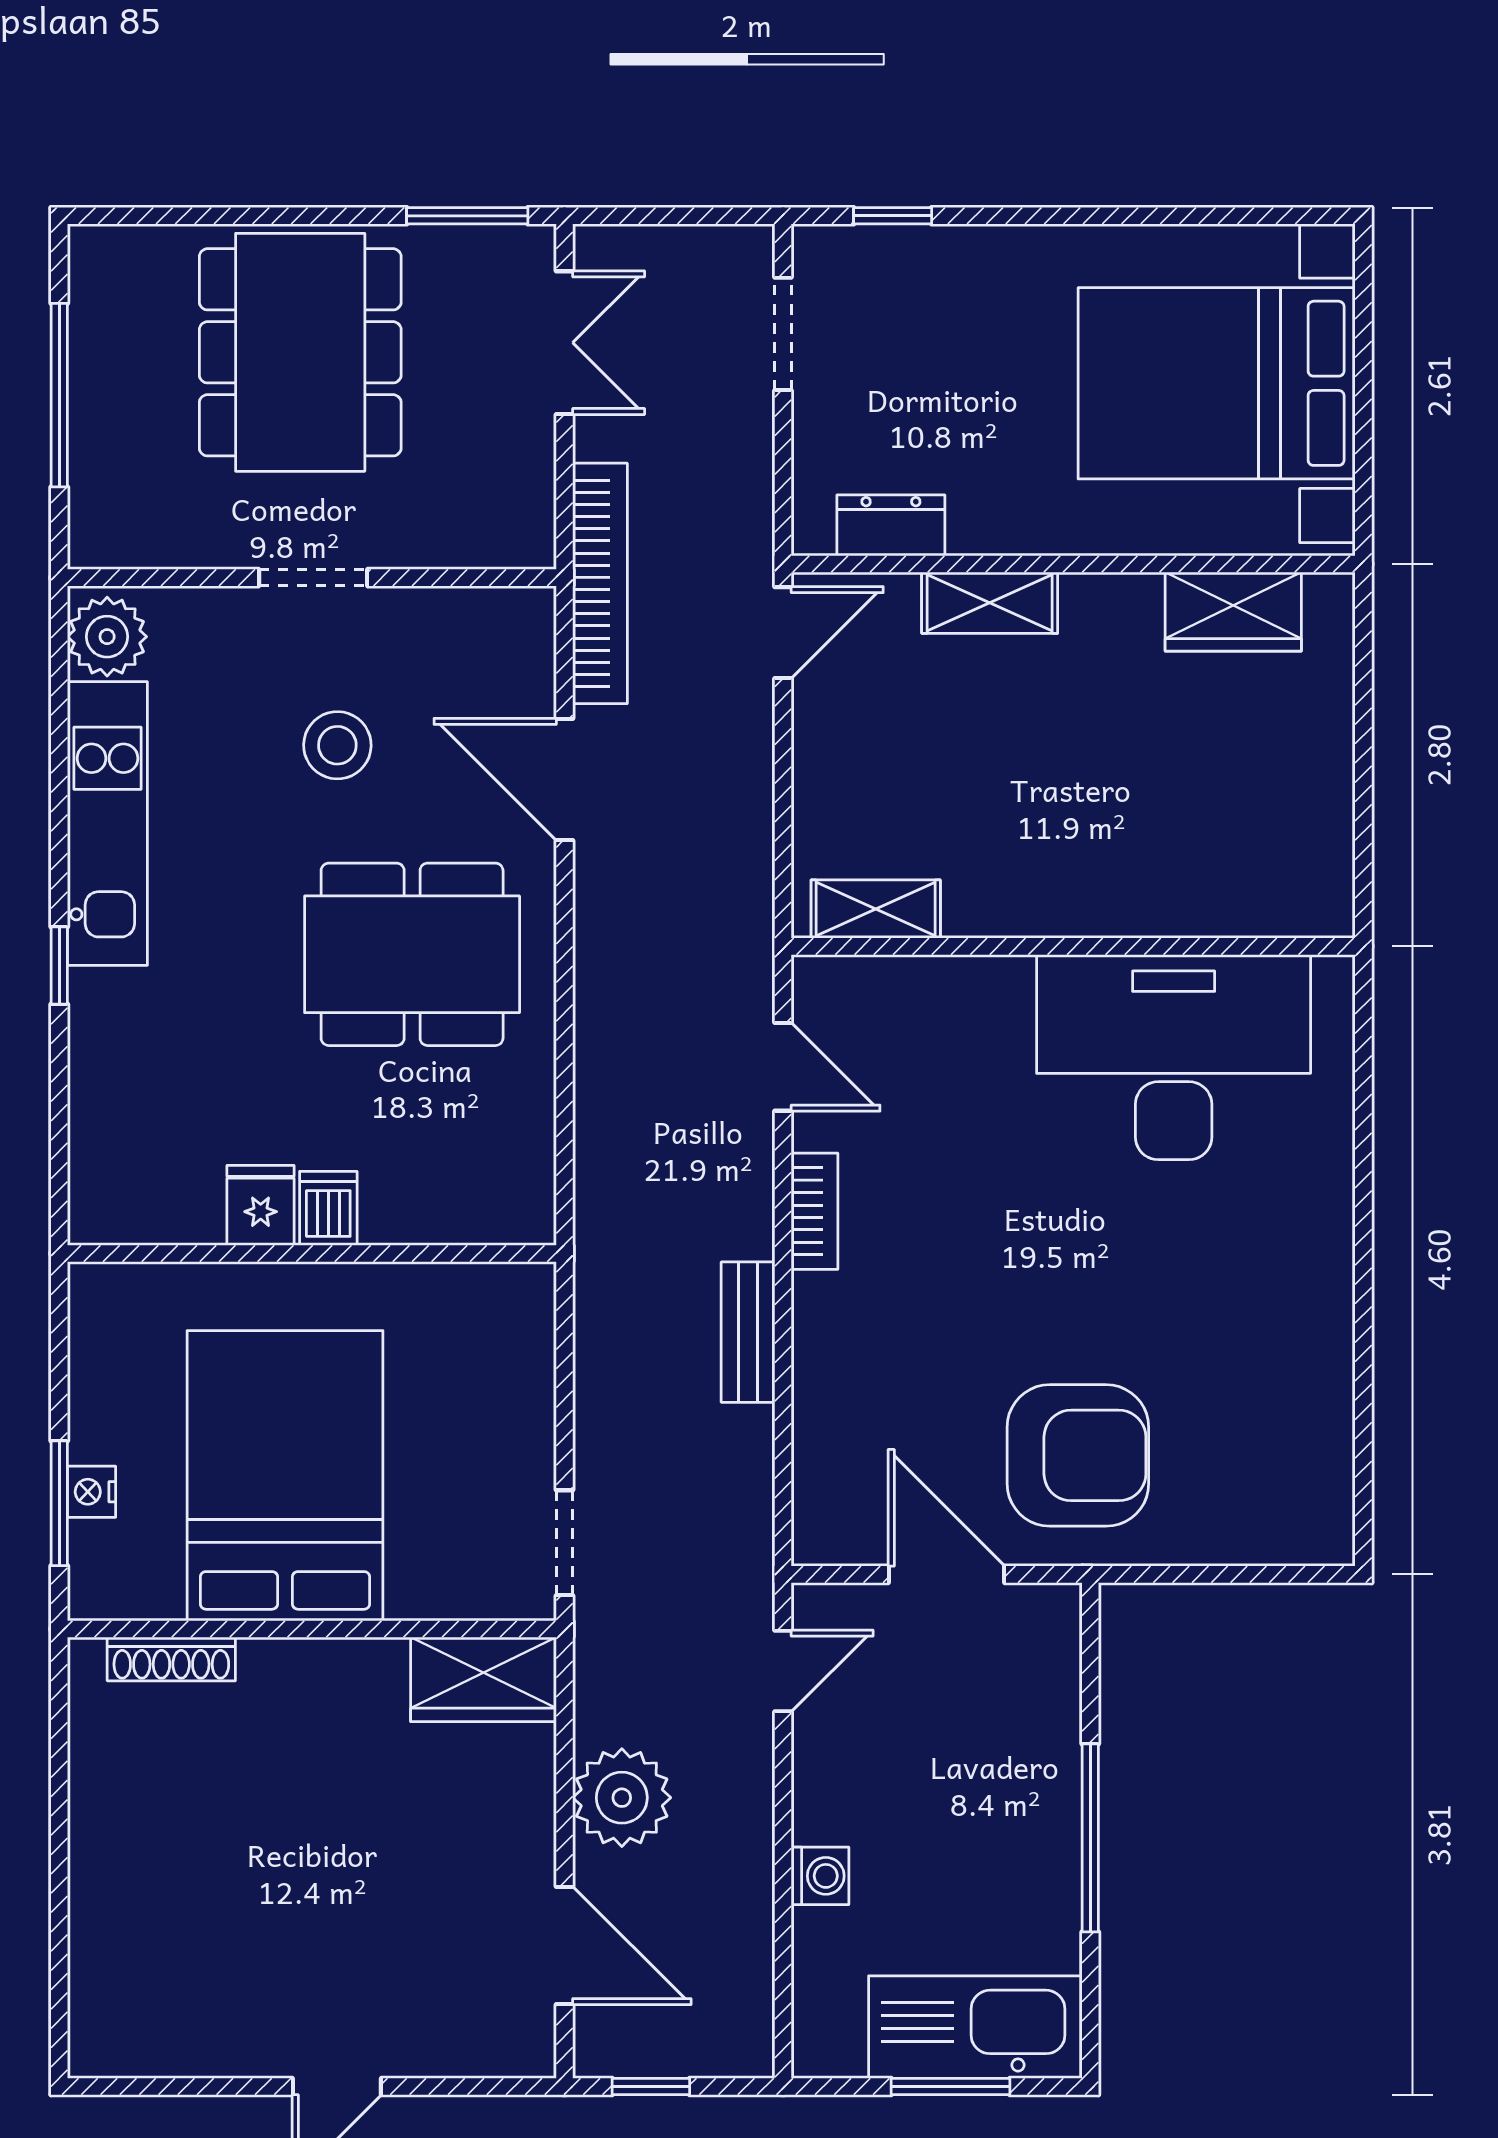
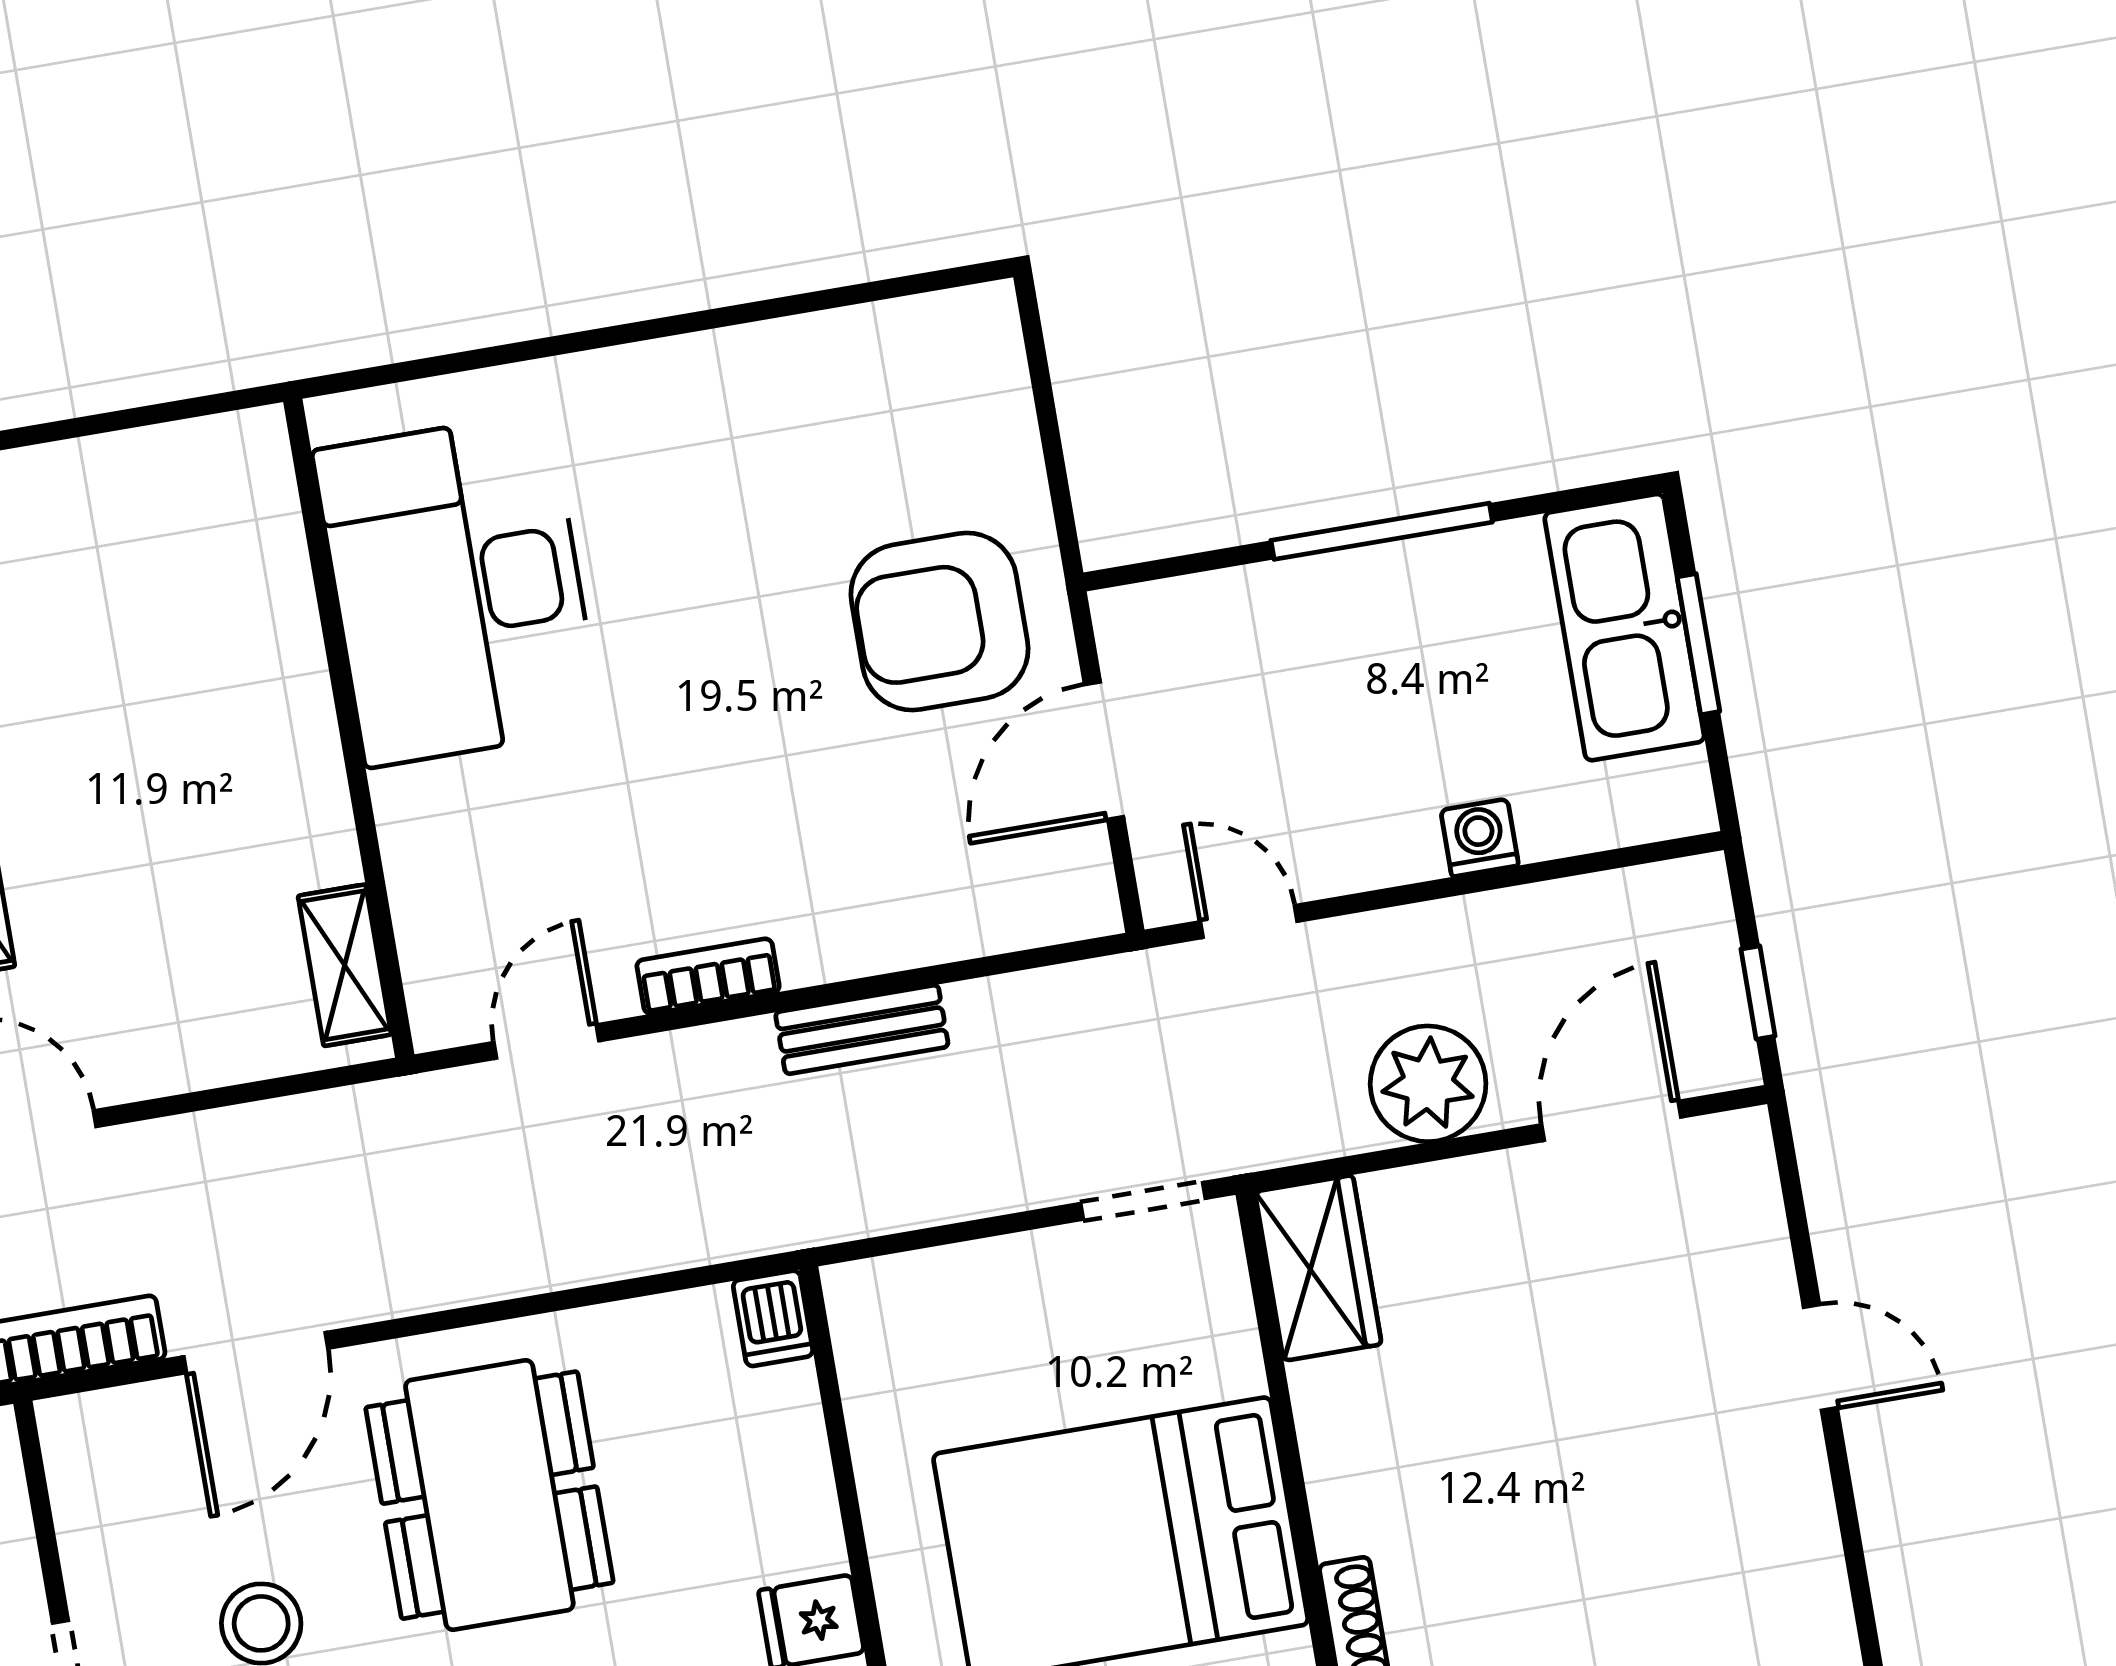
dishwasher: (328, 1208) -> (773, 1318), moved, turned -90
armchair: (1078, 1455) -> (940, 622), turned -90

